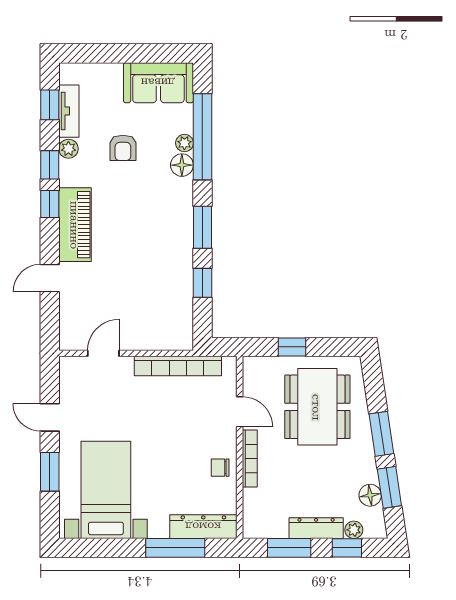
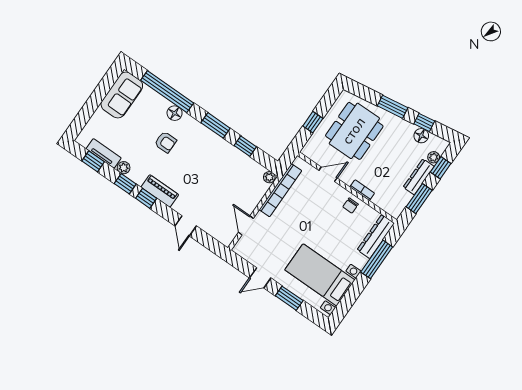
plant: (184, 143) -> (269, 177), moved
armchair: (123, 148) -> (165, 142), moved
piano: (75, 225) -> (160, 191), width x0.73, depth x0.75
dining table: (317, 407) -> (354, 131), turned 90
bookcase: (250, 458) -> (362, 190), width x0.64
window: (389, 487) -> (424, 122), width x0.67

